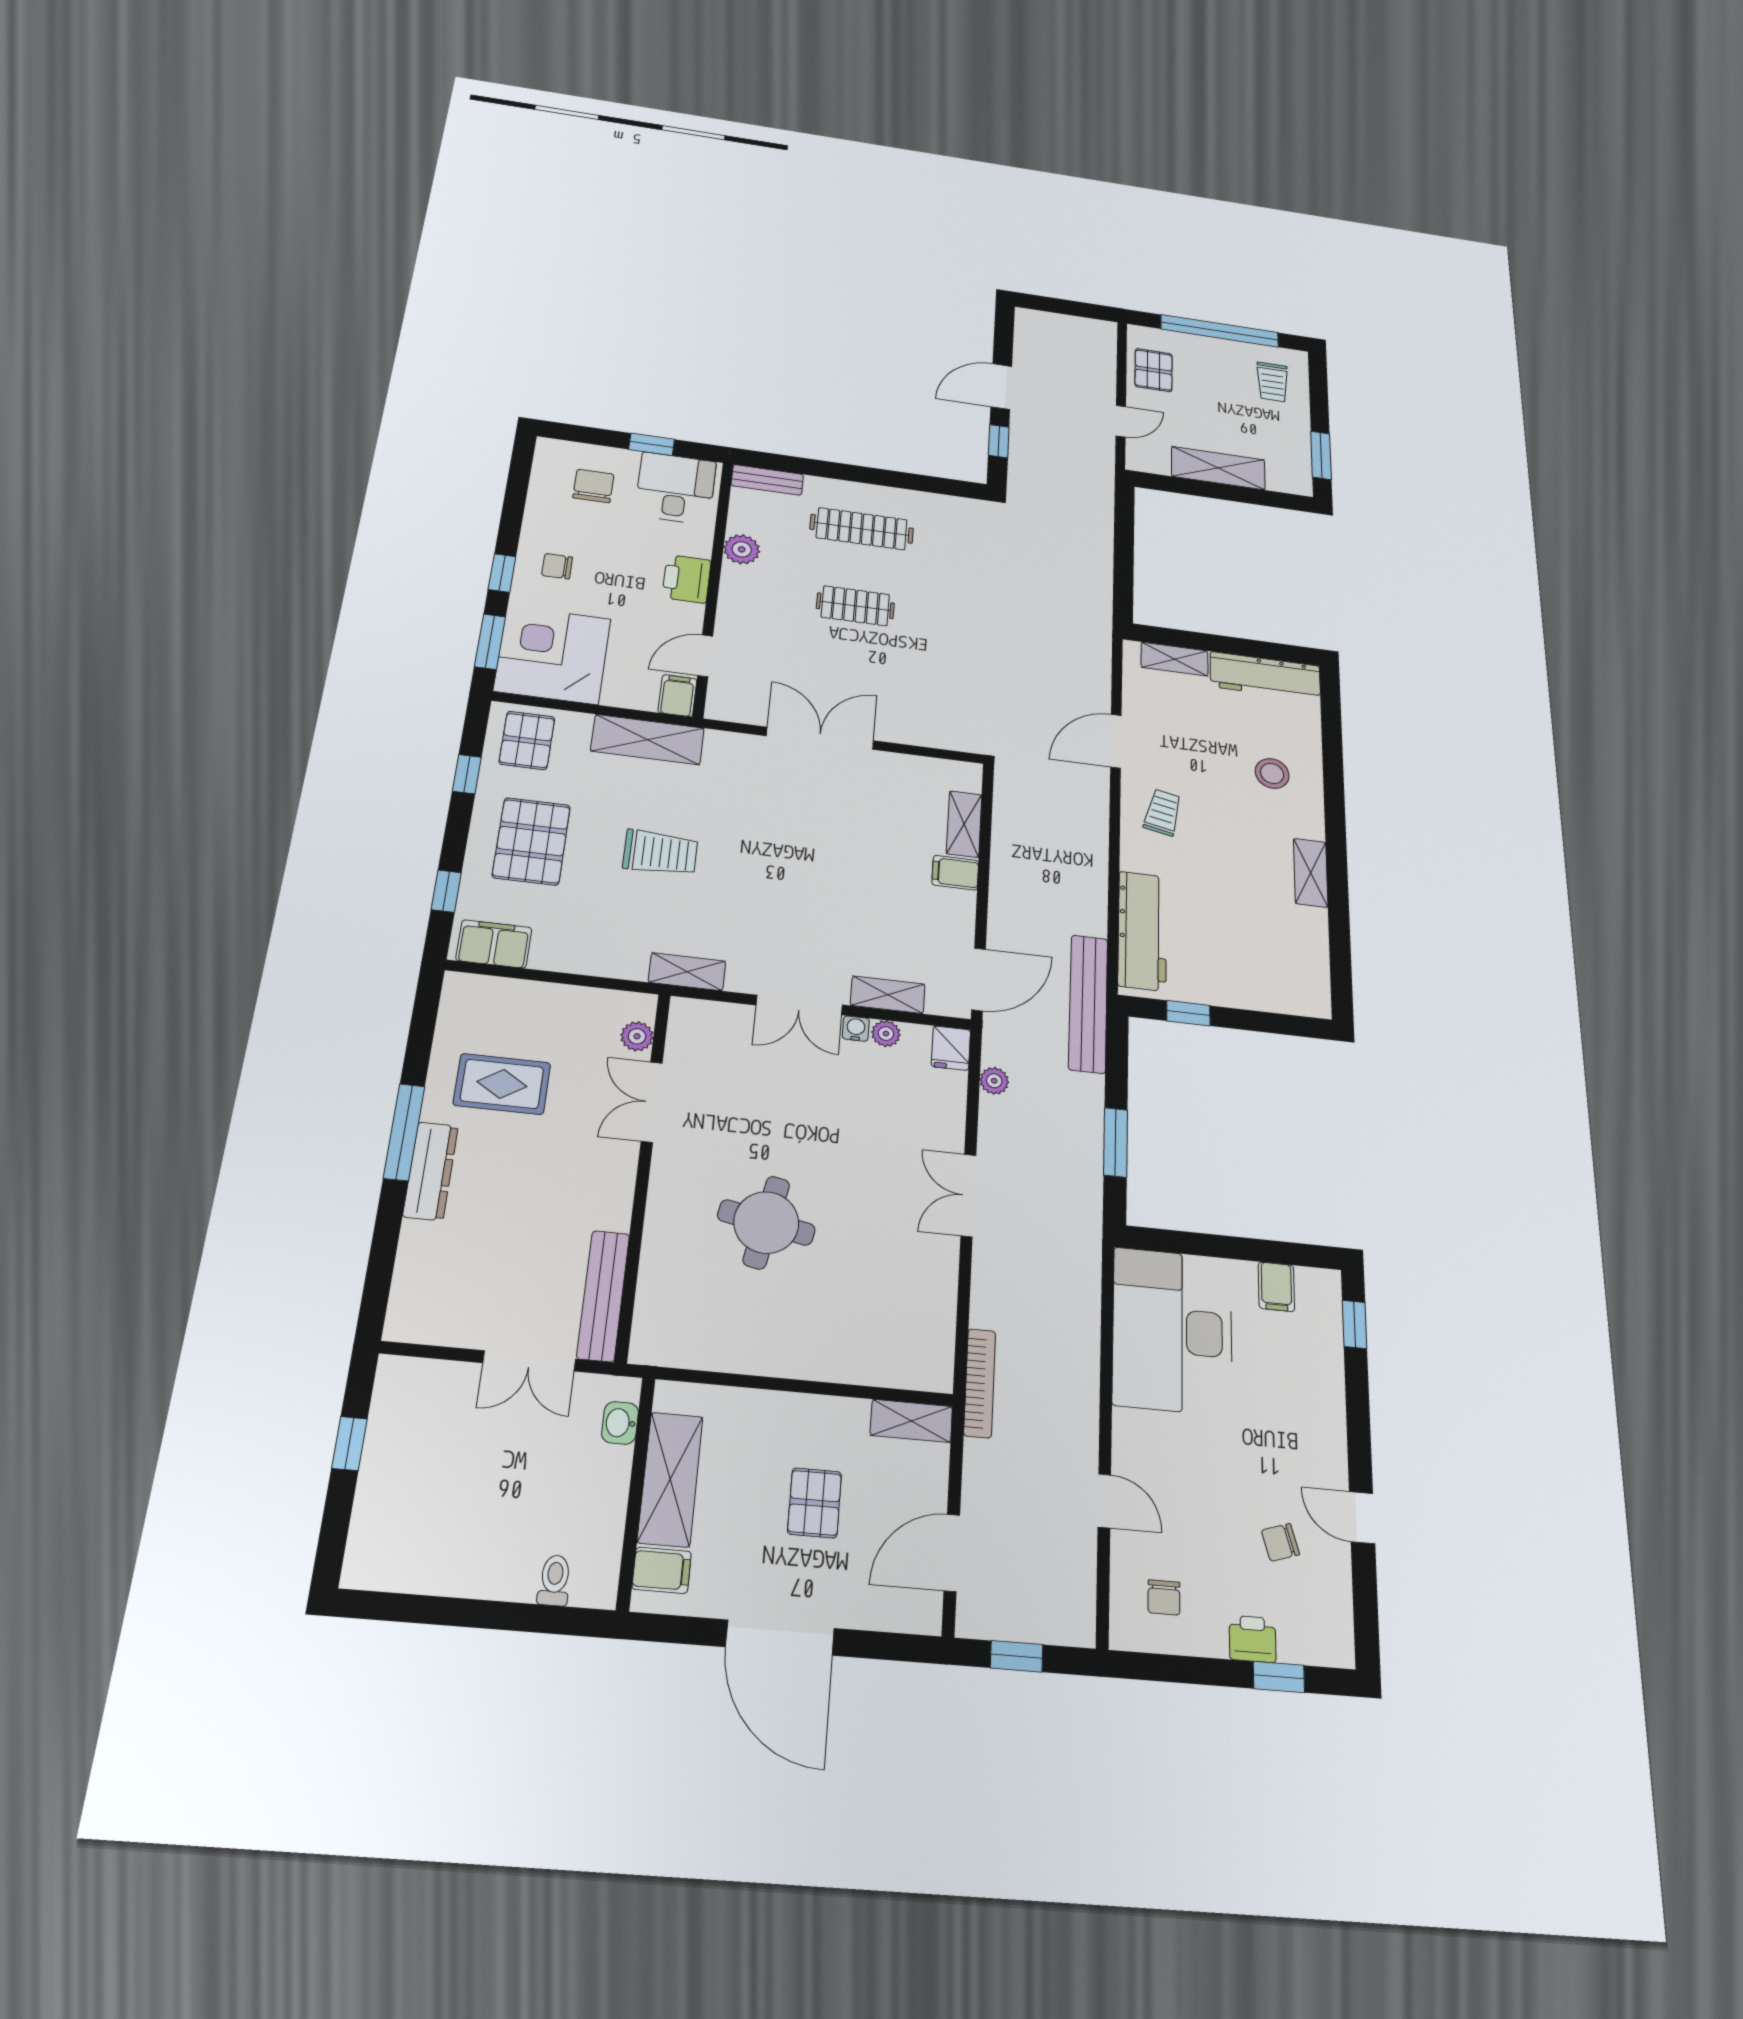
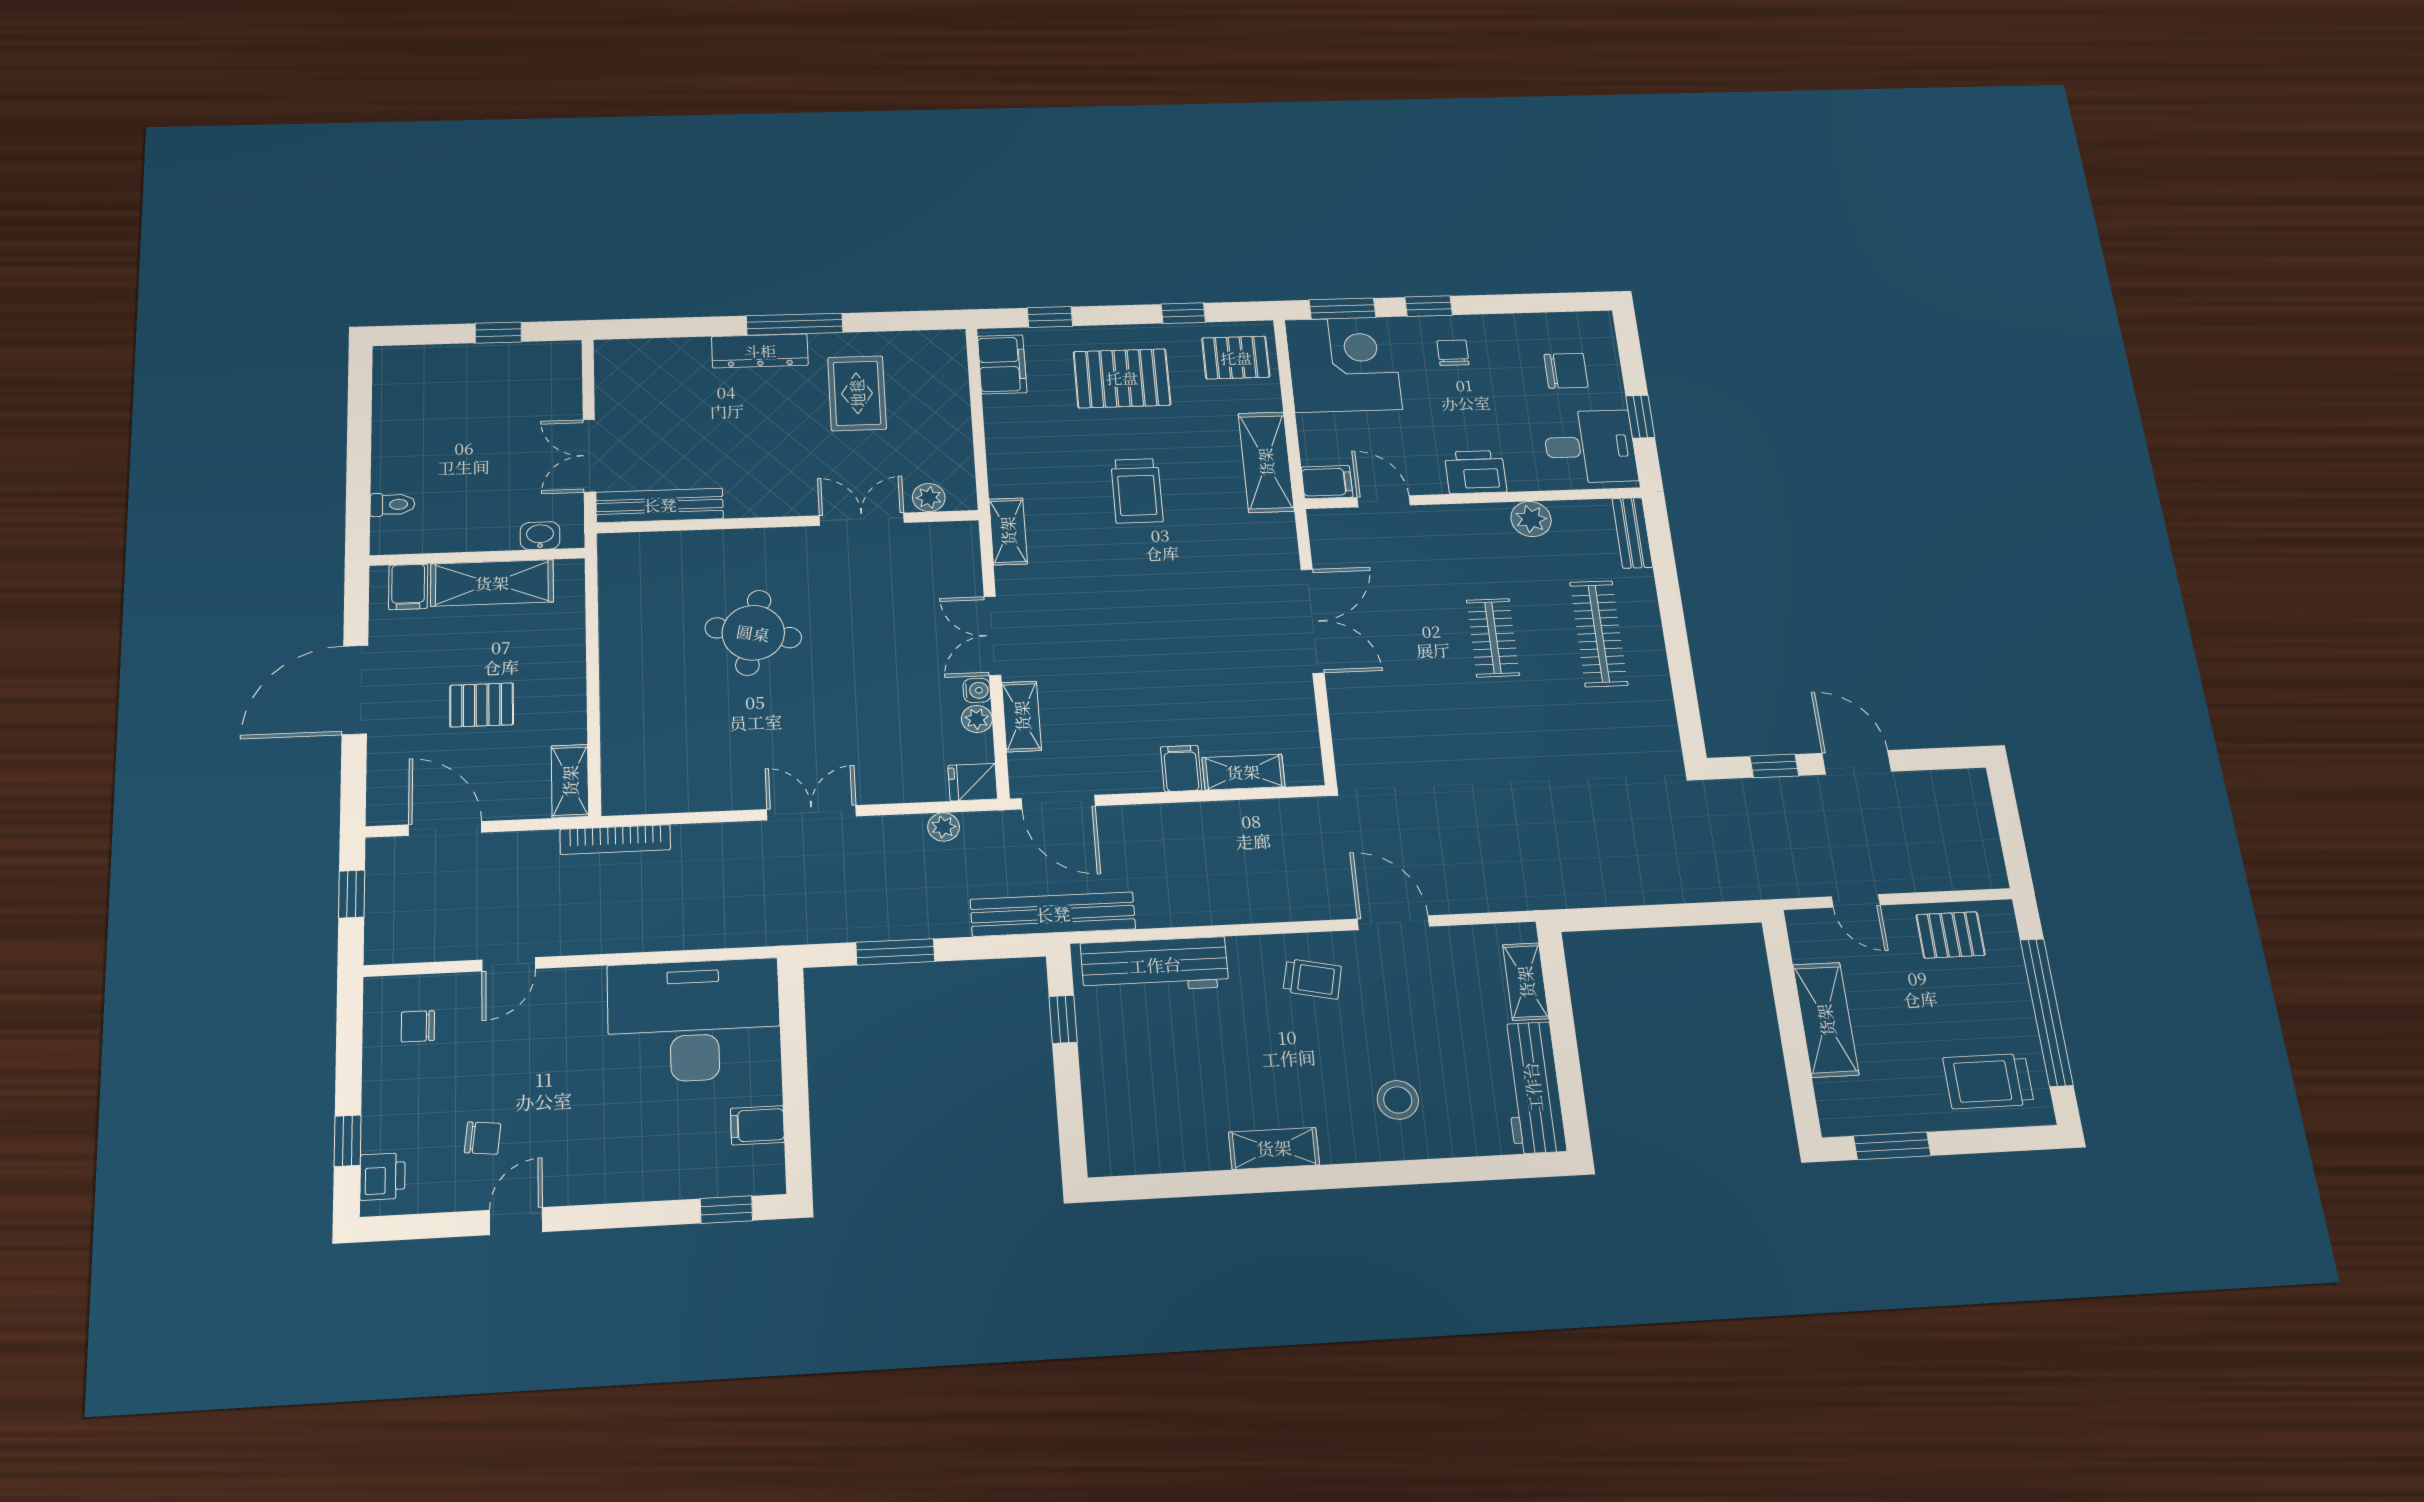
trolley: (1272, 382) -> (1988, 1081), width x1.36, depth x1.39
chair: (1280, 1542) -> (483, 1138), turned 113
printer: (1253, 1639) -> (382, 1176), moved

